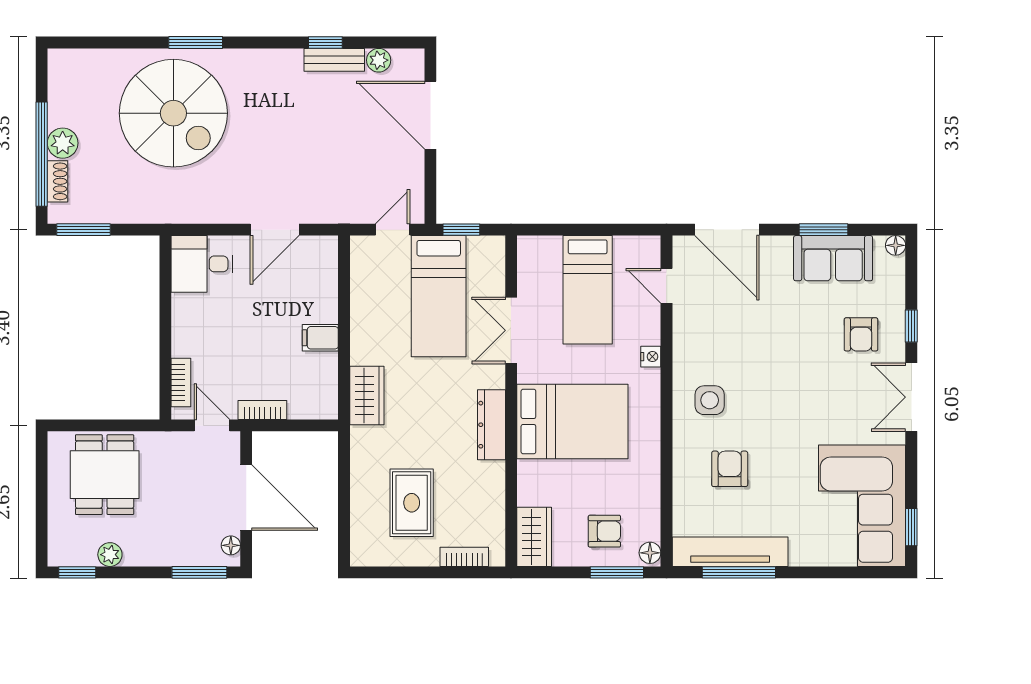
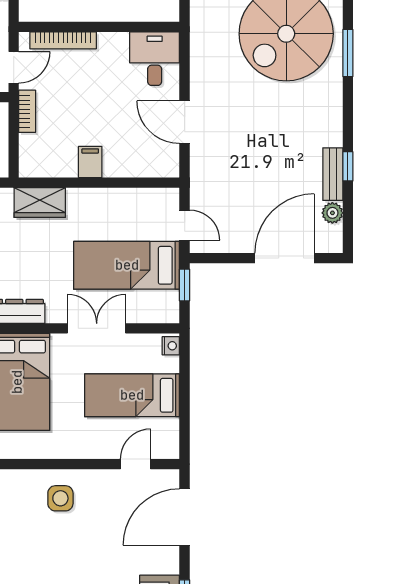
nightstand: (651, 357) -> (171, 346), moved, turned -90
bookcase: (181, 383) -> (63, 40), width x1.56
side table: (710, 400) -> (60, 498), moved

